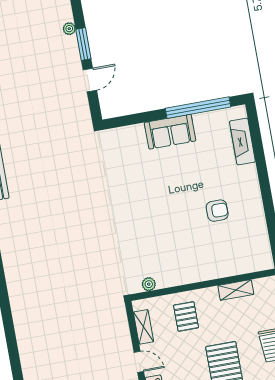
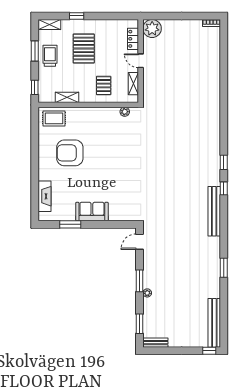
door: (90, 80) -> (140, 242), moved
window: (198, 108) -> (70, 224), width x0.47
armchair: (217, 211) -> (70, 153), width x1.88, depth x1.88
rug: (249, 256) -> (54, 118), added

